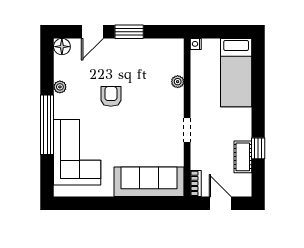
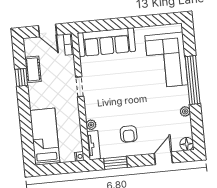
window: (129, 32) -> (116, 163), moved
tv unit: (177, 56) -> (93, 145), added
armchair: (111, 96) -> (129, 134), moved

